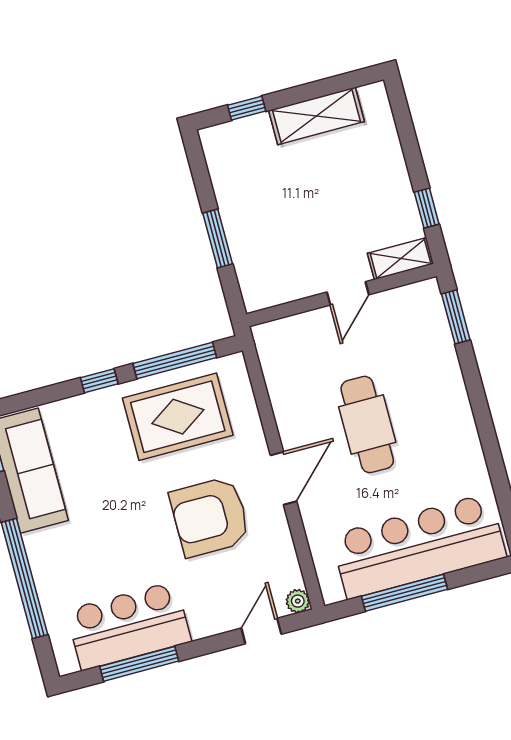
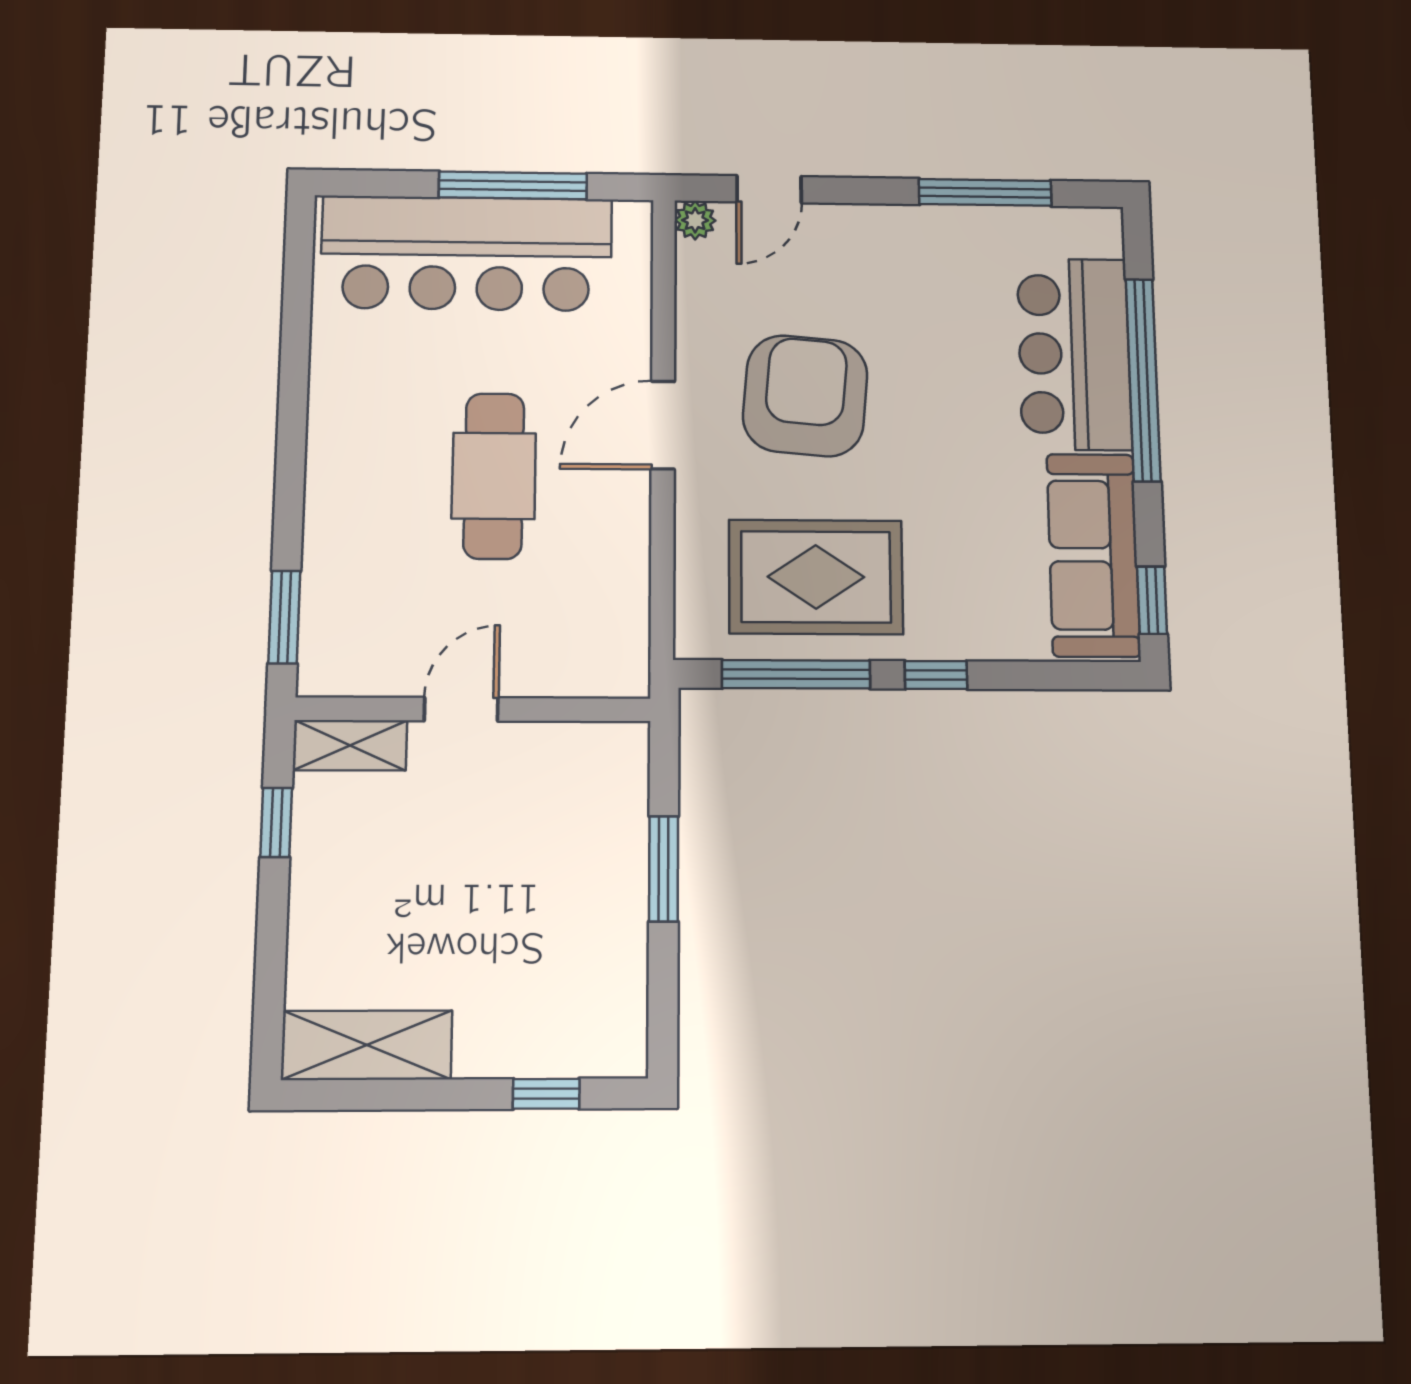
shelving: (317, 116) -> (367, 1045), moved
armchair: (210, 517) -> (805, 396), turned -85
bar counter: (129, 626) -> (1074, 354), moved, turned 90

